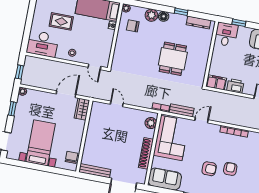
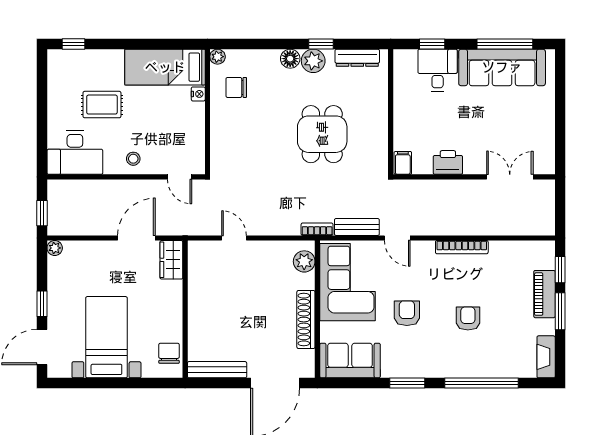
plant: (151, 15) -> (313, 61), moved
desk: (226, 34) -> (438, 70), moved
filing cabinet: (216, 82) -> (403, 163), width x0.50
window: (12, 109) -> (42, 304), moved
door: (202, 120) -> (397, 238), swing flipped
armchair: (209, 169) -> (407, 313), moved, turned -90

